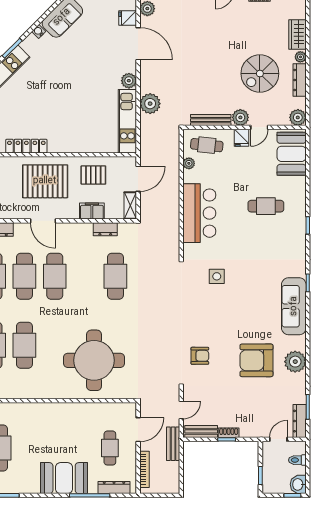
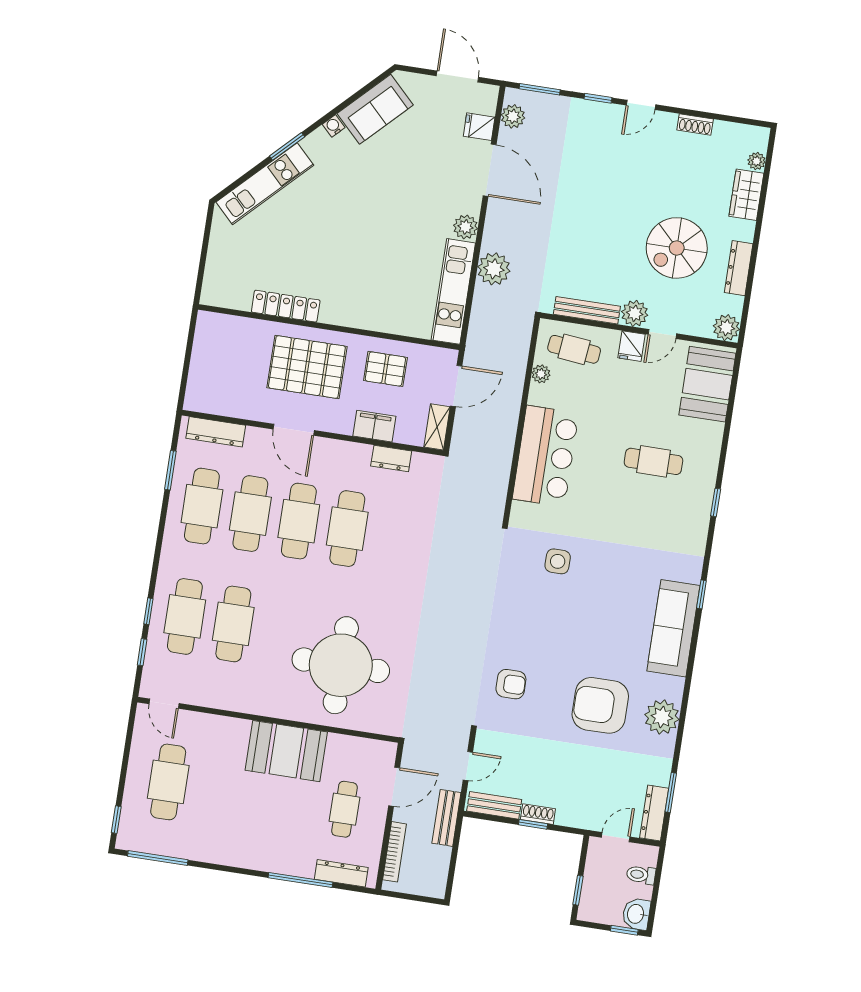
plant: (300, 57) -> (757, 161), moved
cafe table: (115, 276) -> (347, 529), moved
booth: (64, 478) -> (286, 751), moved

